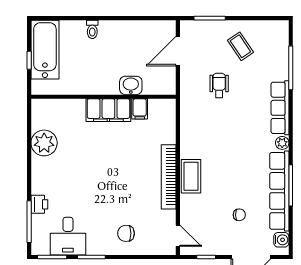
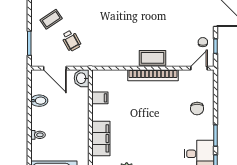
bidet: (136, 31) -> (39, 101), added
washbasin: (131, 85) -> (82, 78), moved
wheelchair: (219, 85) -> (71, 41), moved, turned -119
filing cabinet: (108, 110) -> (101, 138), moved
chair: (239, 215) -> (203, 42), moved

